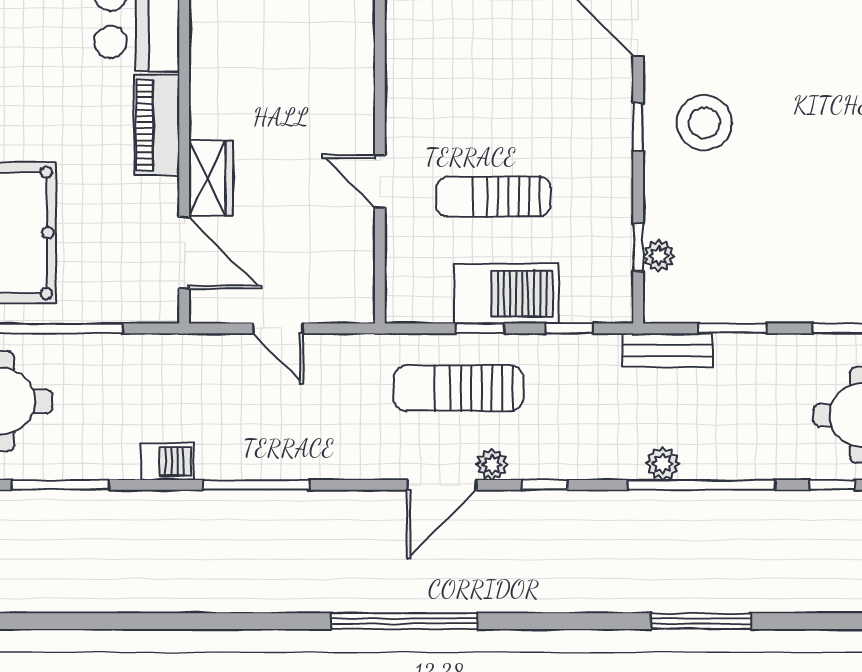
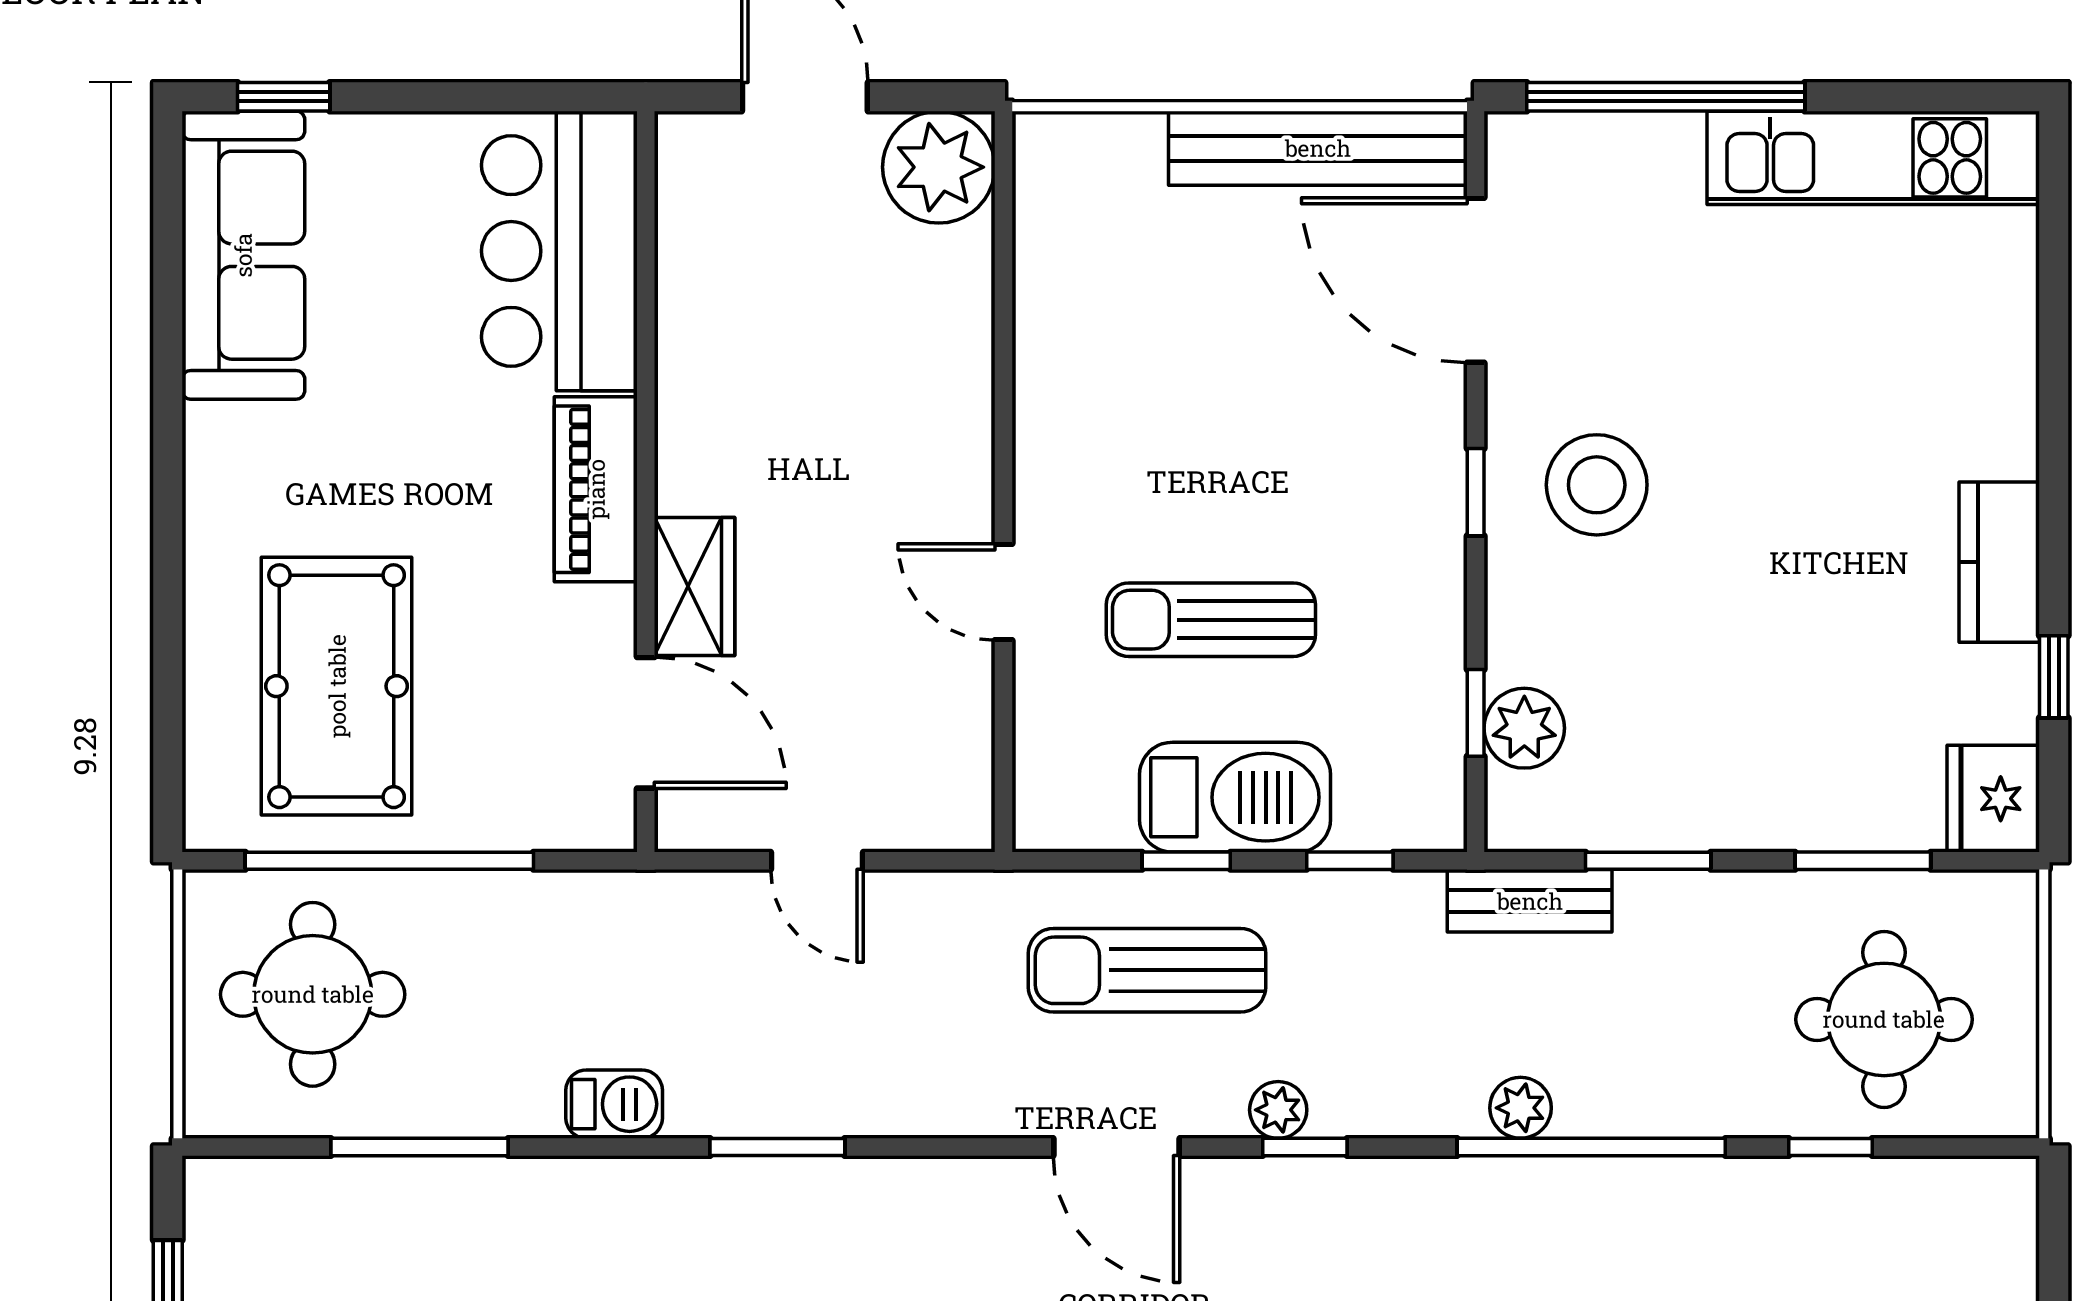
plant: (659, 256) -> (1524, 728), width x1.38, depth x1.38
plant: (492, 465) -> (1278, 1110), moved
window: (256, 485) -> (777, 1147), width x0.69
door: (442, 485) -> (1116, 1147), hinge flipped

